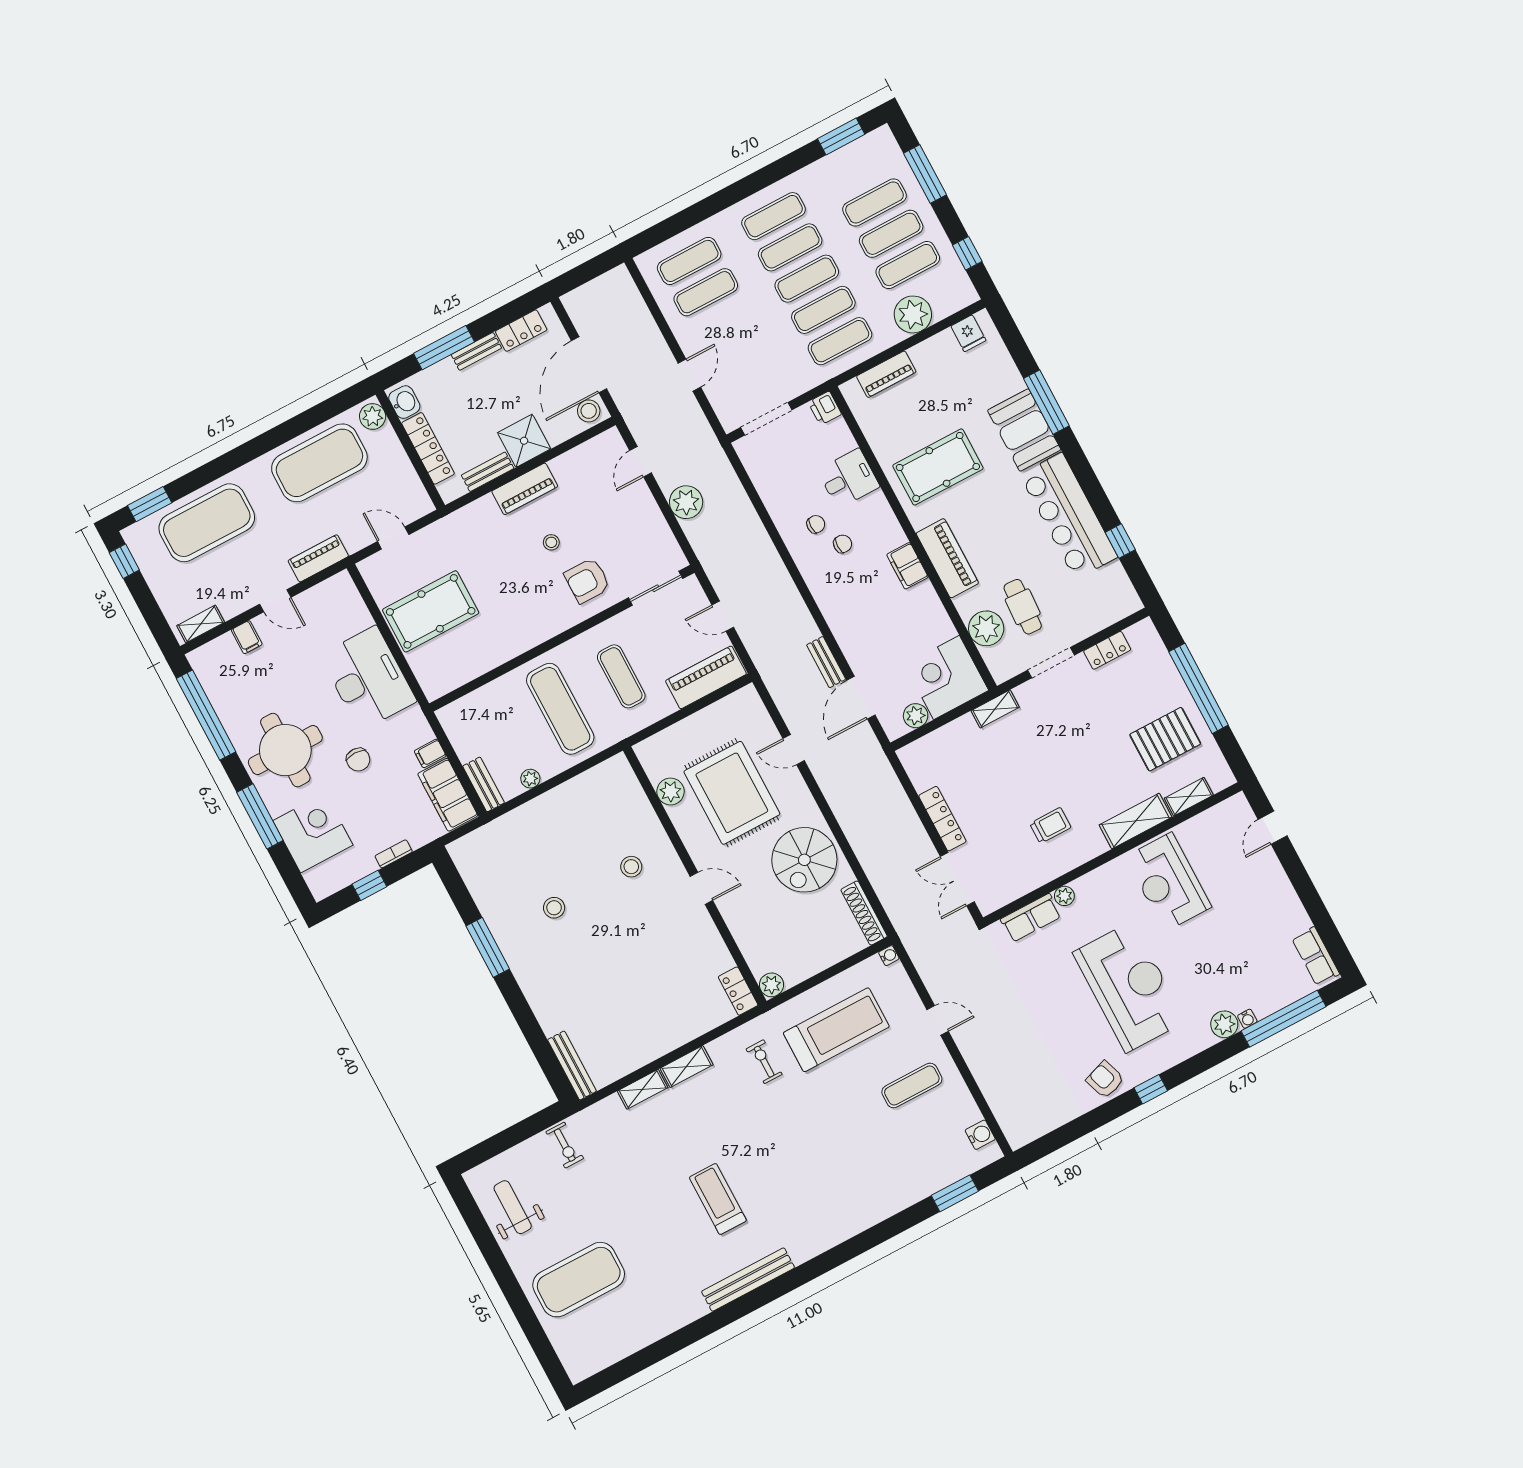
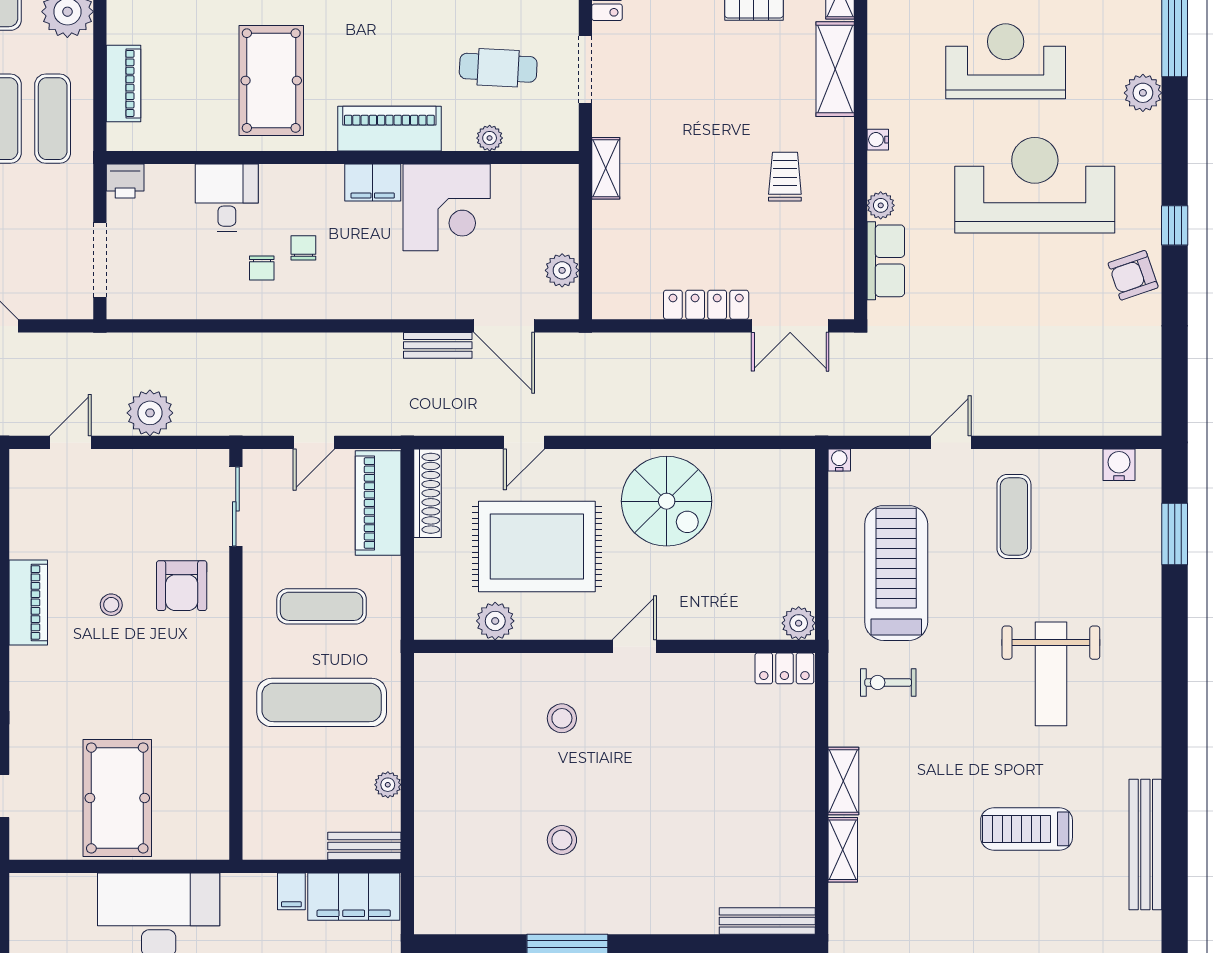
door: (641, 462) -> (70, 442), swing flipped
chair: (816, 524) -> (262, 268), turned 180
plant: (986, 628) -> (490, 138), width x0.53, depth x0.53
corner desk: (947, 678) -> (447, 207), moved, turned -90
reception desk: (1168, 882) -> (1006, 61), moved, turned 180
shoe rack: (864, 913) -> (428, 493), moved, turned -90
water cooler: (1247, 1019) -> (878, 140), moved, turned 180
weight bench: (824, 1162) -> (1051, 674), added

